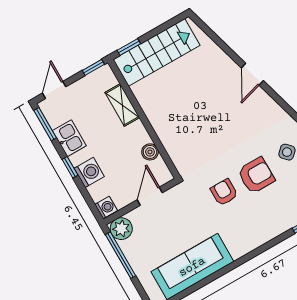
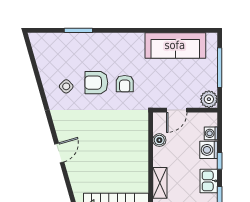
washing machine: (106, 208) -> (211, 133), moved
window: (121, 255) -> (220, 68), moved

